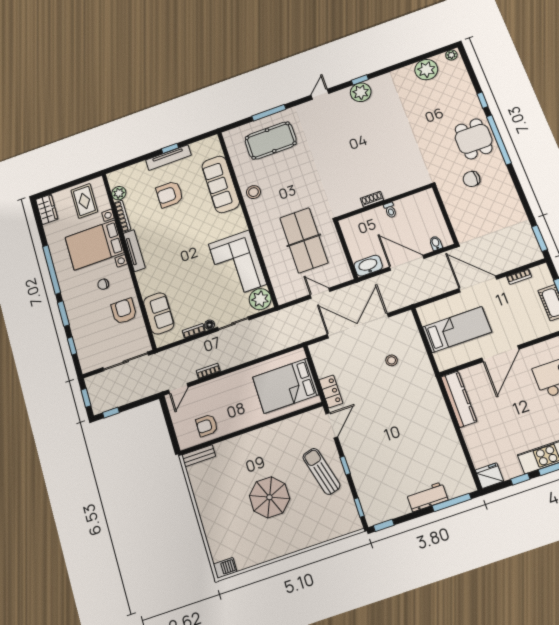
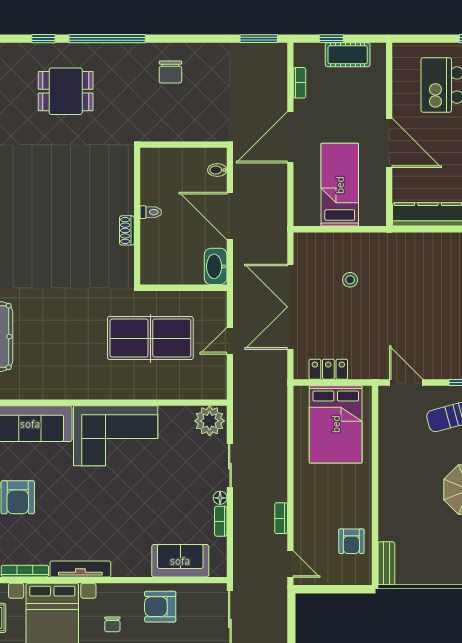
dining table: (474, 139) -> (66, 91), moved
chair: (471, 179) -> (170, 72), moved
stool: (253, 192) -> (58, 383), removed
door: (407, 263) -> (230, 216), hinge flipped
corner sofa: (237, 264) -> (116, 436), moved
locker: (331, 391) -> (328, 369), moved

